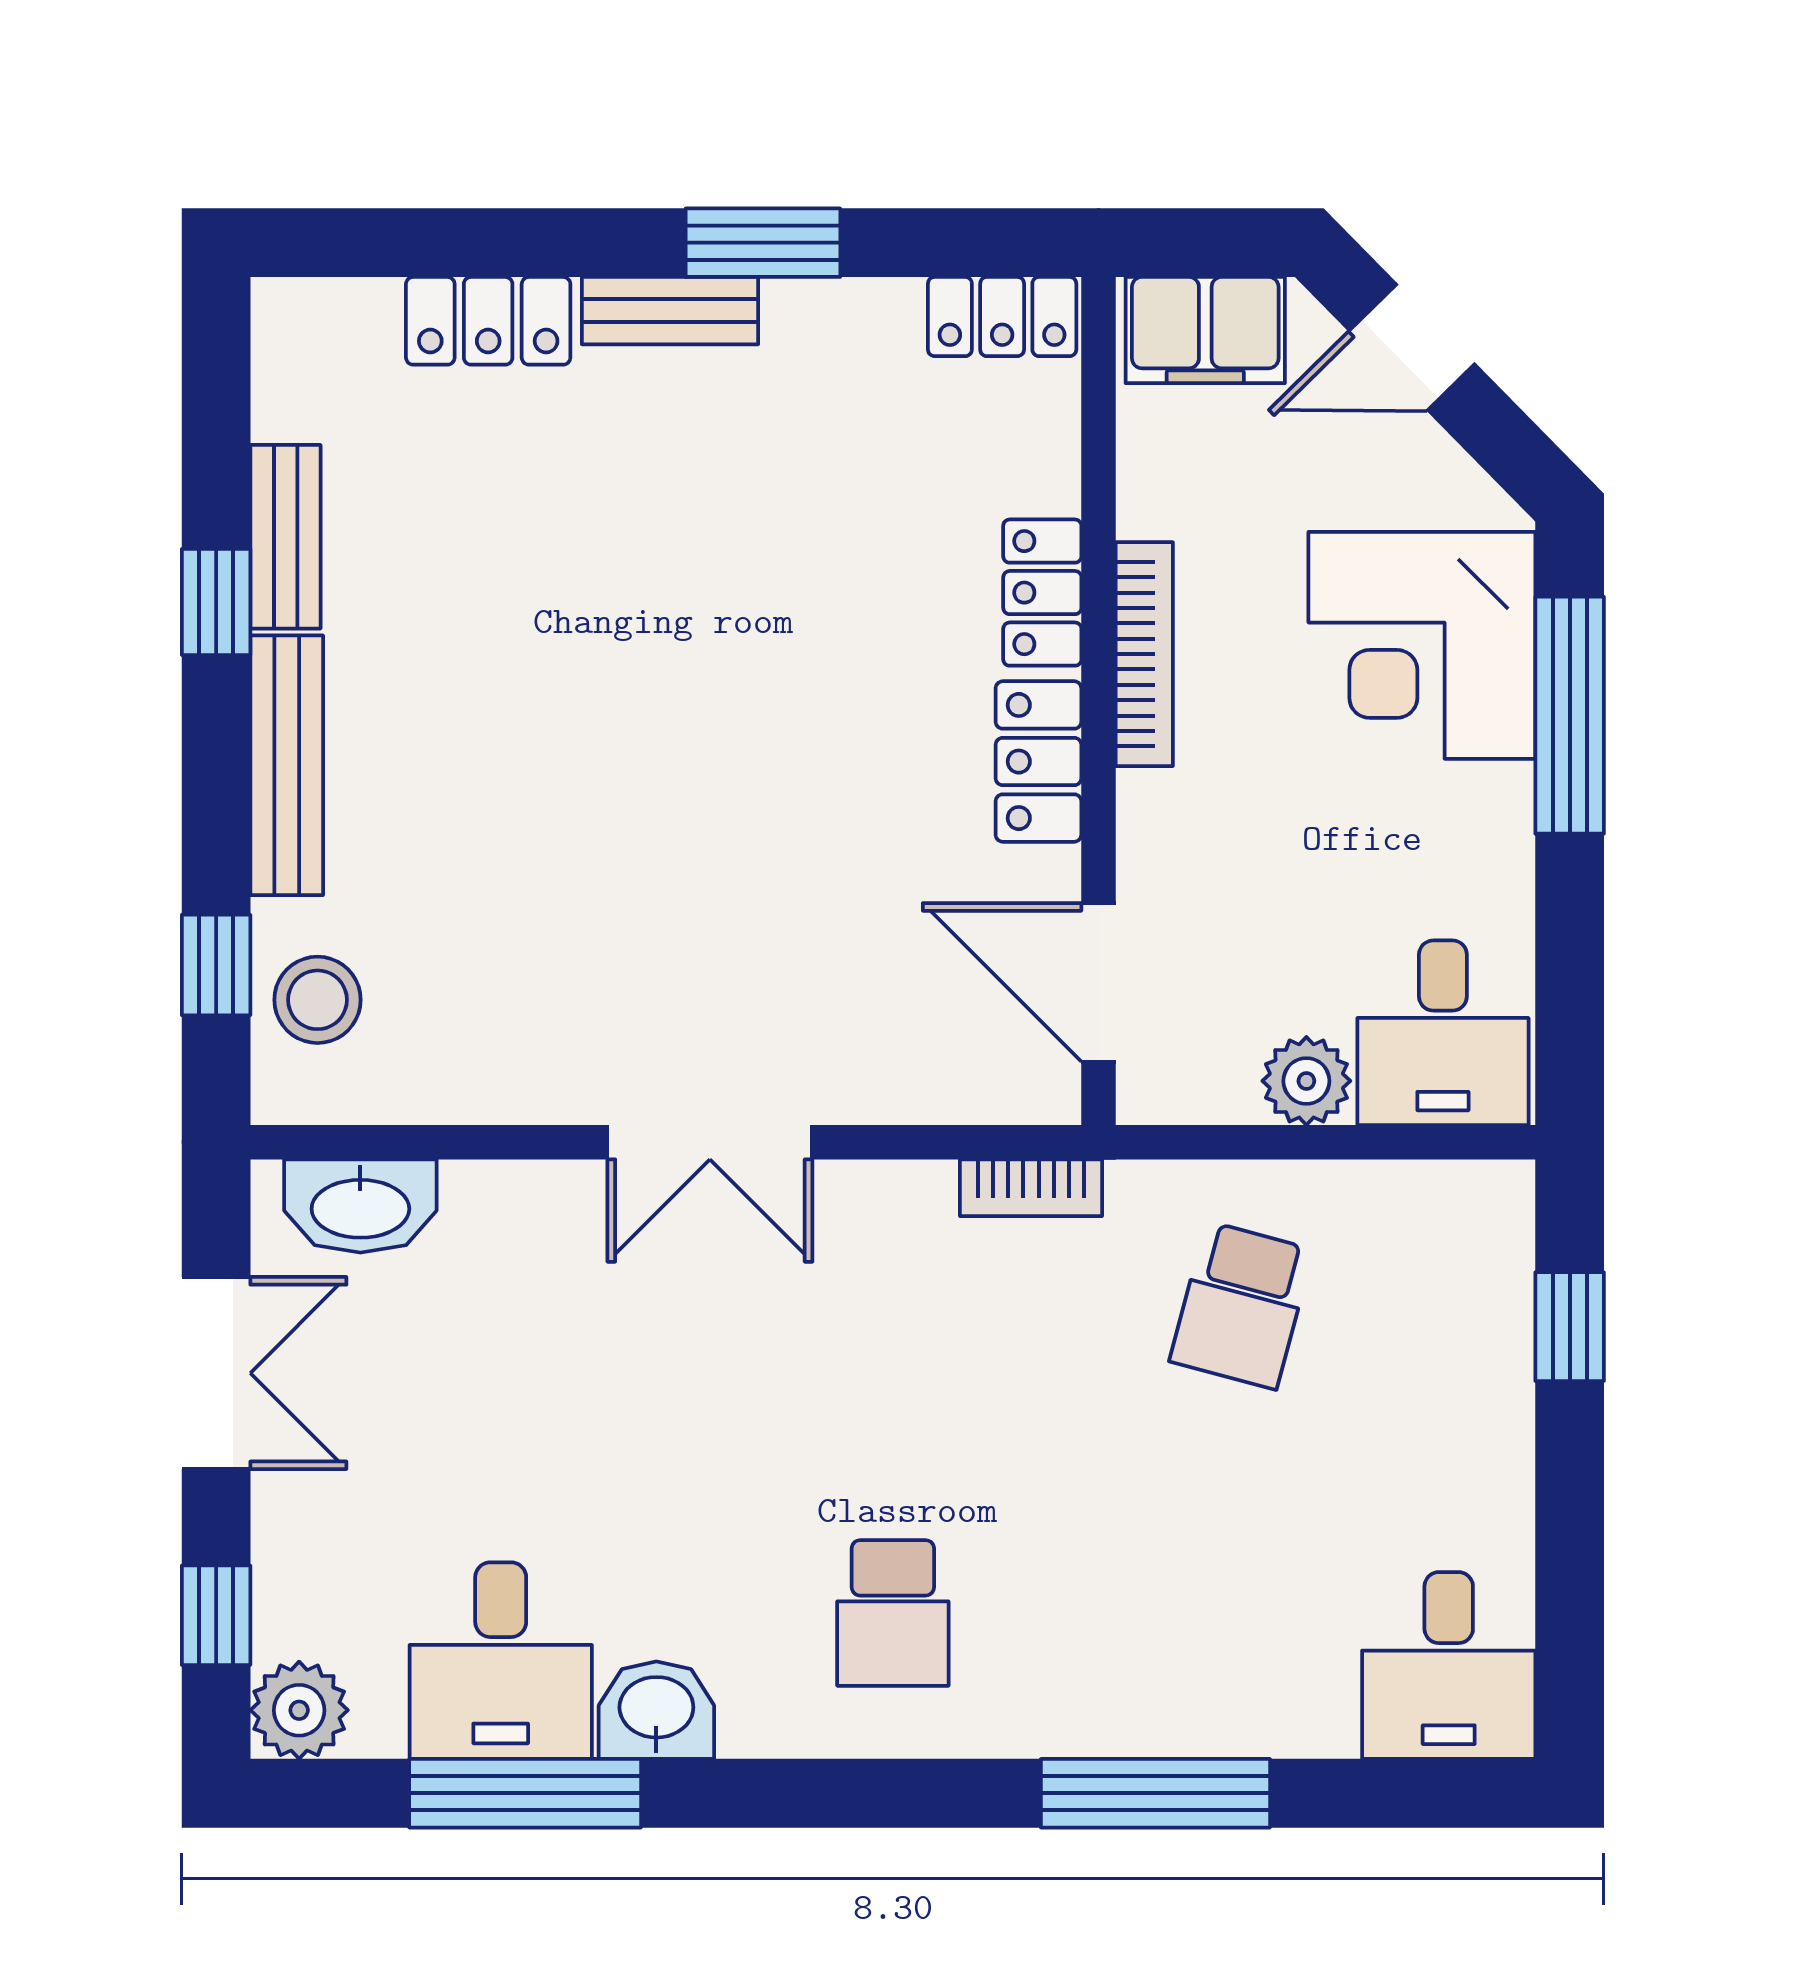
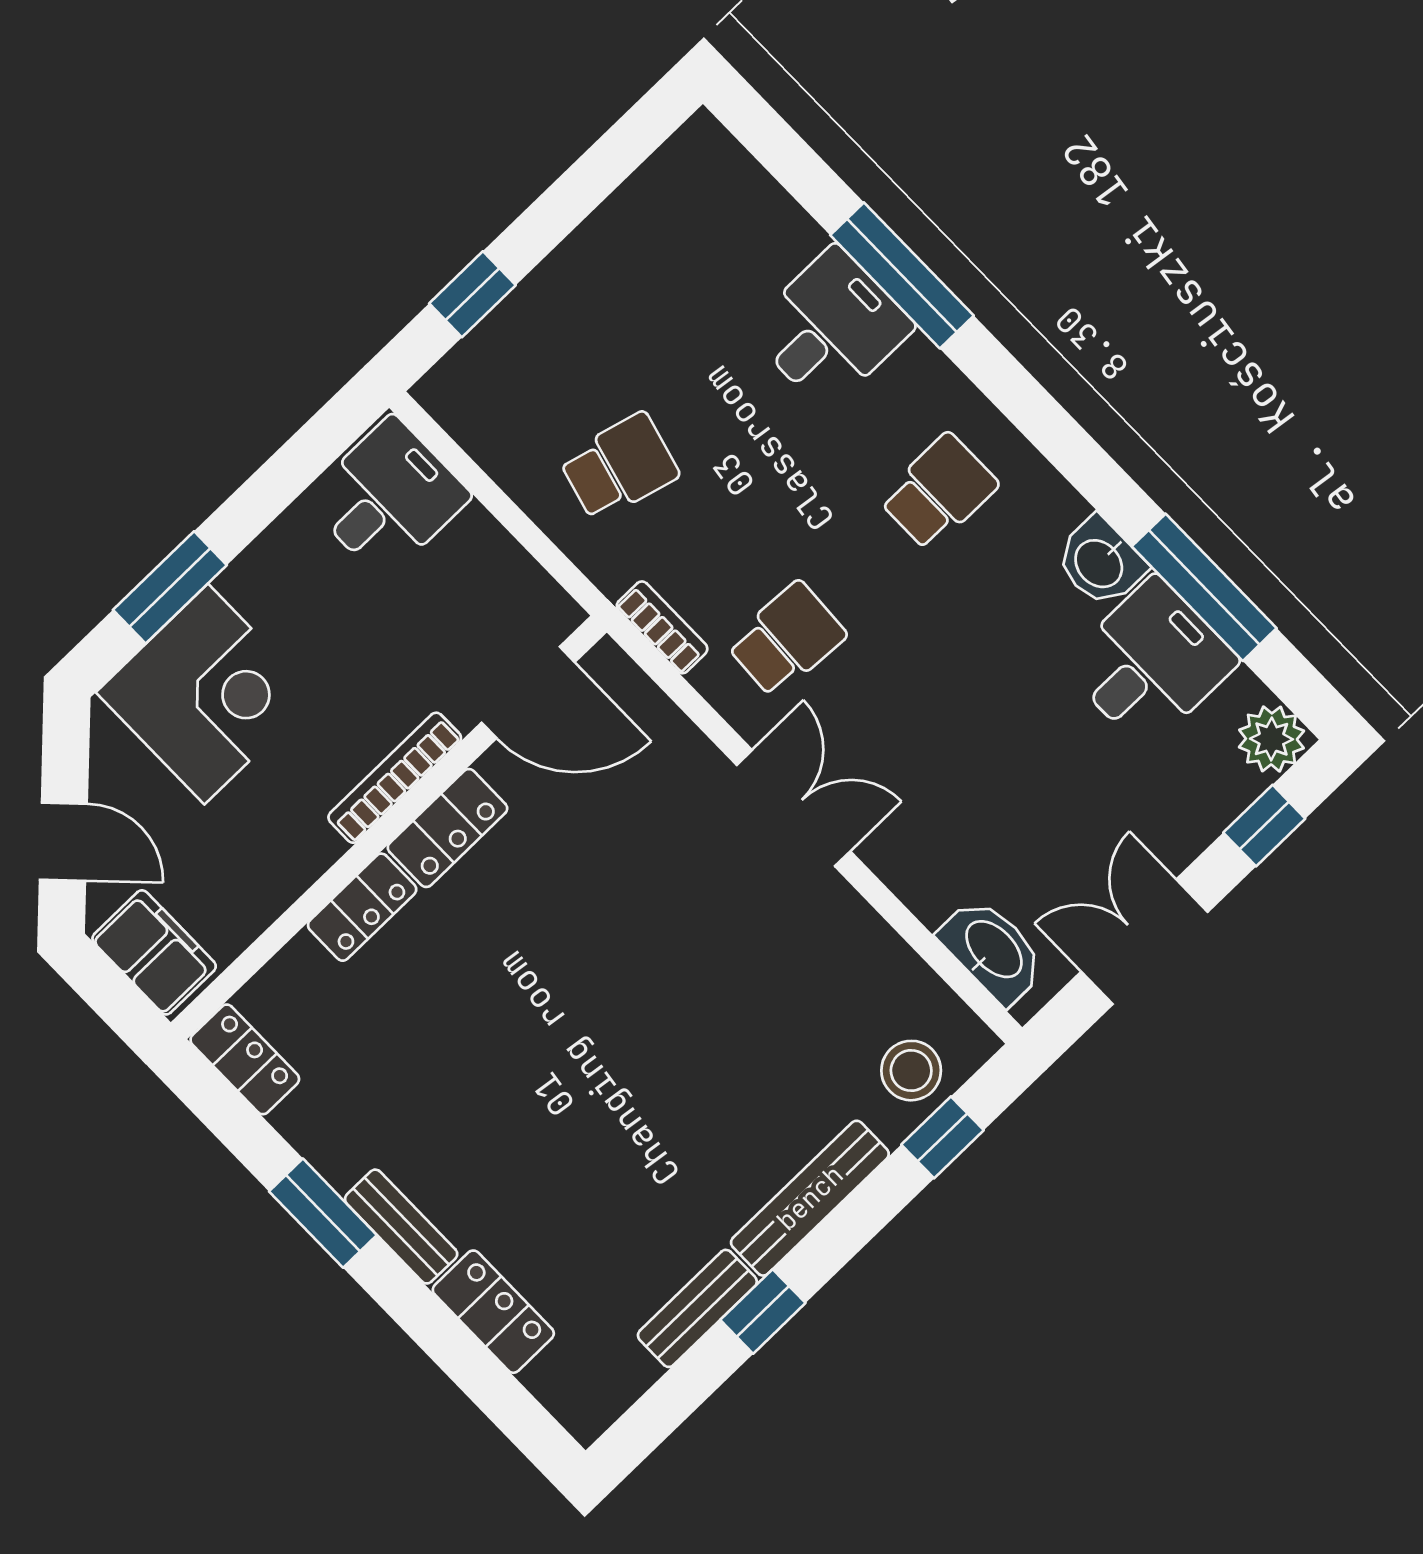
bookcase: (1144, 654) -> (395, 778), moved
window: (1570, 715) -> (170, 587), width x0.69
door: (1098, 982) -> (528, 692), hinge flipped
plant: (1306, 1081) -> (477, 542), removed
school desk: (893, 1305) -> (786, 639), added
desk: (1449, 1666) -> (830, 328), moved

